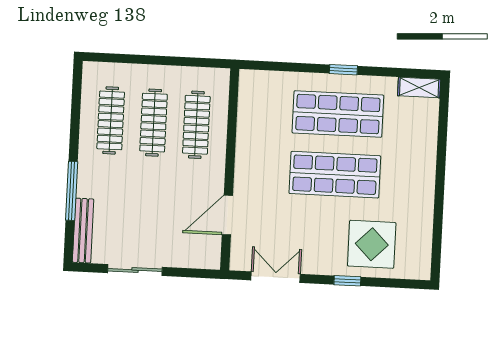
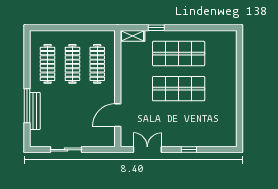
window: (343, 70) -> (156, 28), moved
shelving: (419, 88) -> (132, 36), moved
bench: (83, 231) -> (35, 111), moved
display table: (372, 244) -> (202, 128), removed

